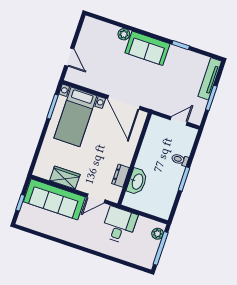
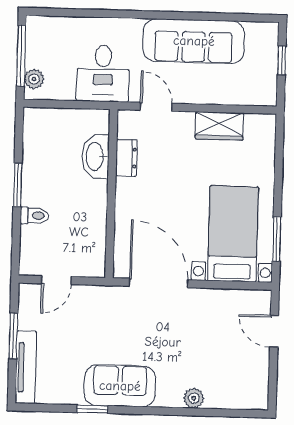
sofa: (147, 48) -> (120, 386), moved
door: (96, 198) -> (156, 107), hinge flipped
sofa: (54, 199) -> (194, 41), moved, turned 180

